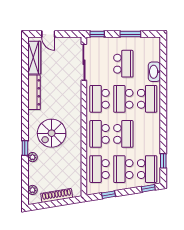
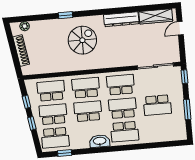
washbasin: (154, 72) -> (100, 141), moved
spiral stairs: (52, 133) -> (82, 40), turned 90
school desk: (123, 134) -> (88, 111), turned 180
plant: (32, 157) -> (57, 23), removed
window: (148, 188) -> (32, 123), moved

